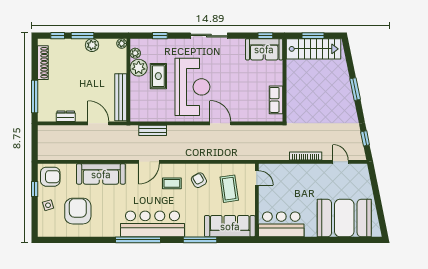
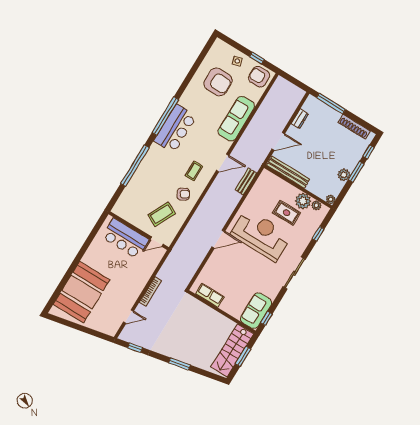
reception desk: (193, 87) -> (261, 235), turned 180
door: (149, 162) -> (223, 163), swing flipped
armchair: (50, 177) -> (259, 77), turned 90
coffee table: (229, 189) -> (162, 214), turned -56
bar counter: (152, 224) -> (175, 129), width x0.73
bar counter: (281, 224) -> (125, 238), moved, turned 90
sofa: (230, 226) -> (131, 196), removed
window: (200, 240) -> (135, 166), width x1.46

